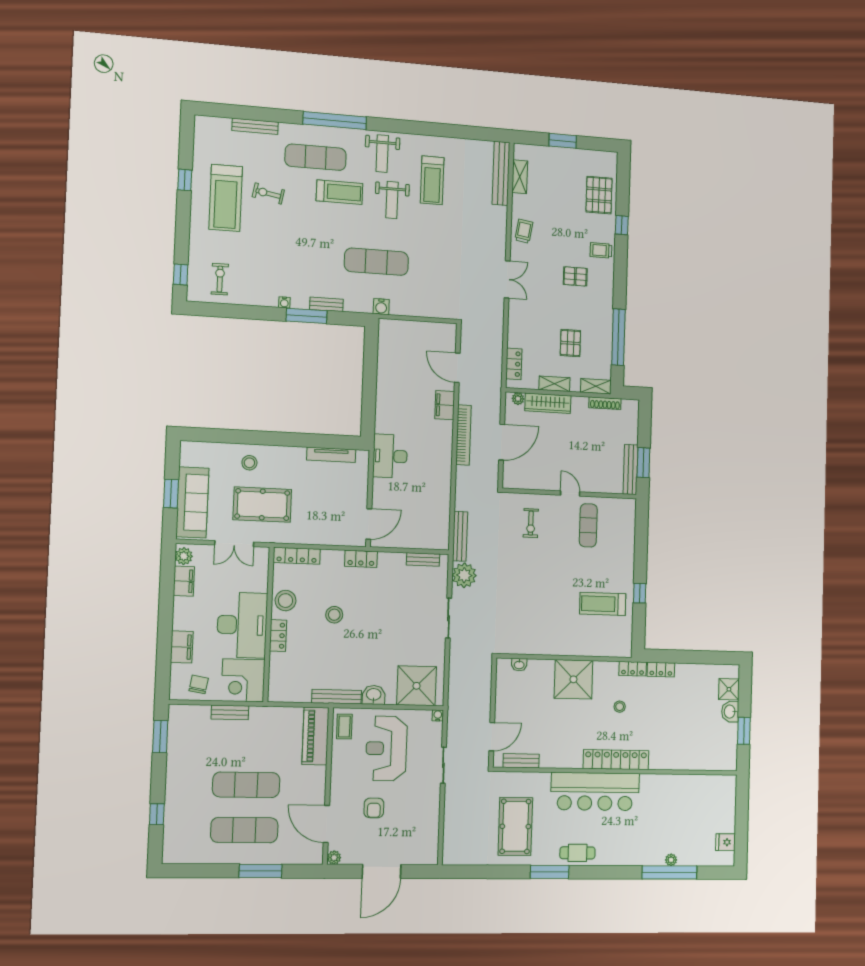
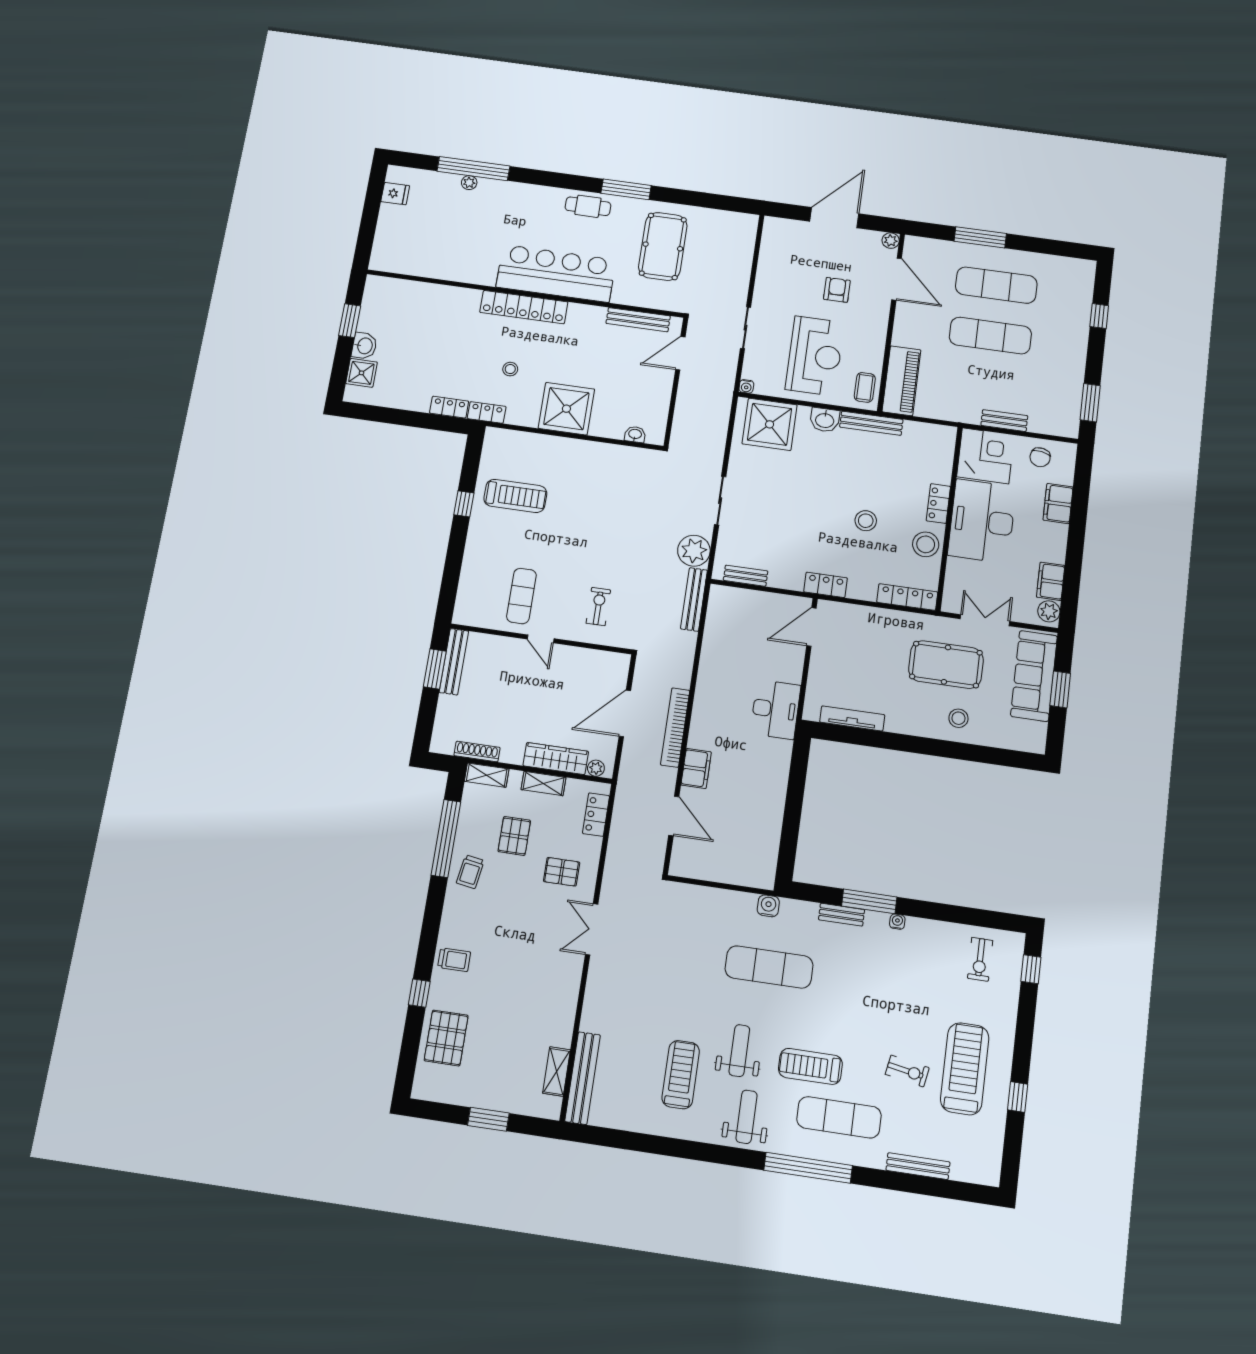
trolley: (524, 231) -> (470, 872), moved
pallet: (575, 276) -> (562, 872), moved
bench: (521, 761) -> (638, 320), width x1.36

